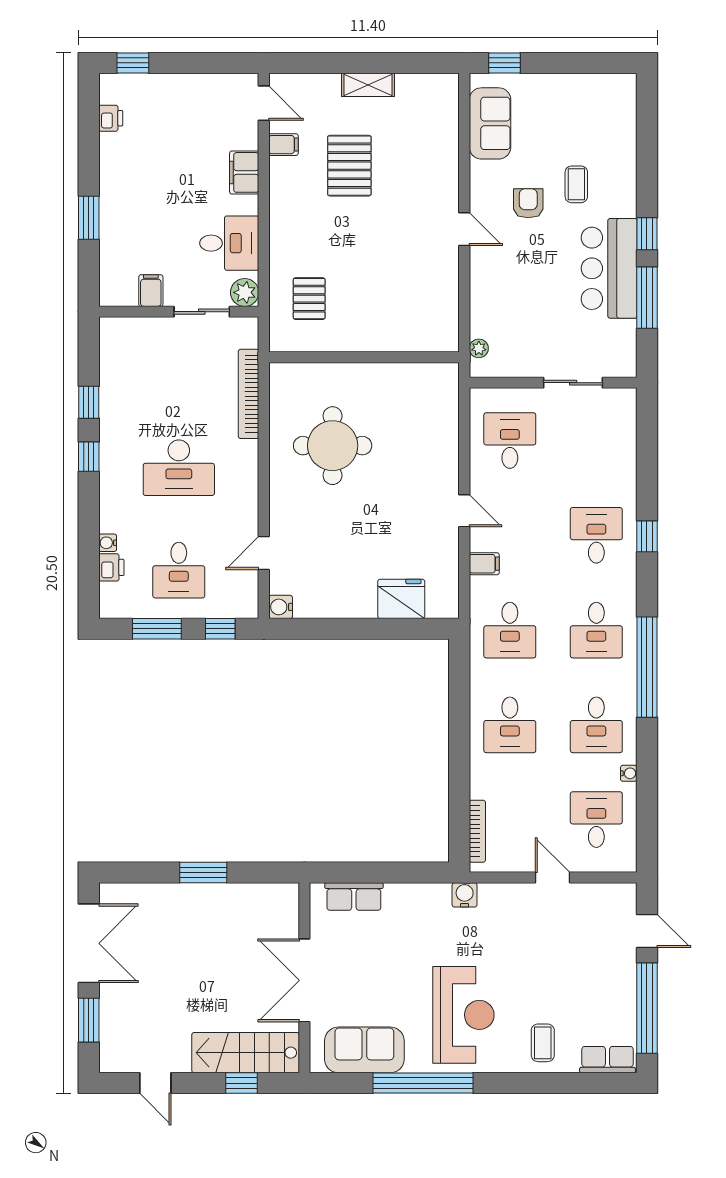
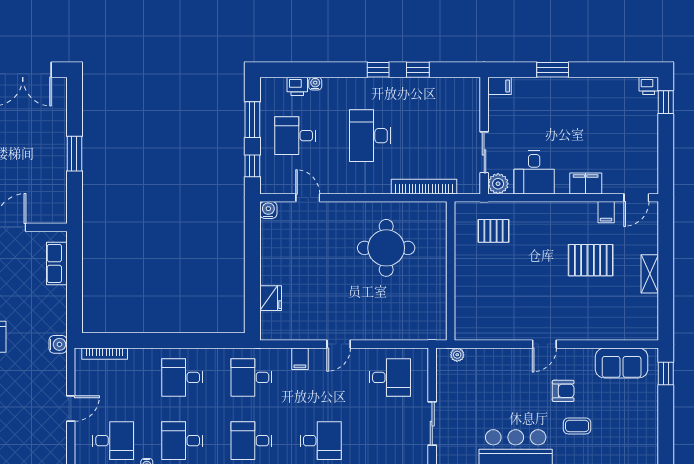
printer: (111, 118) -> (649, 86), moved
filing cabinet: (151, 291) -> (499, 86), moved
fridge: (401, 599) -> (271, 298), width x0.73, depth x0.75

